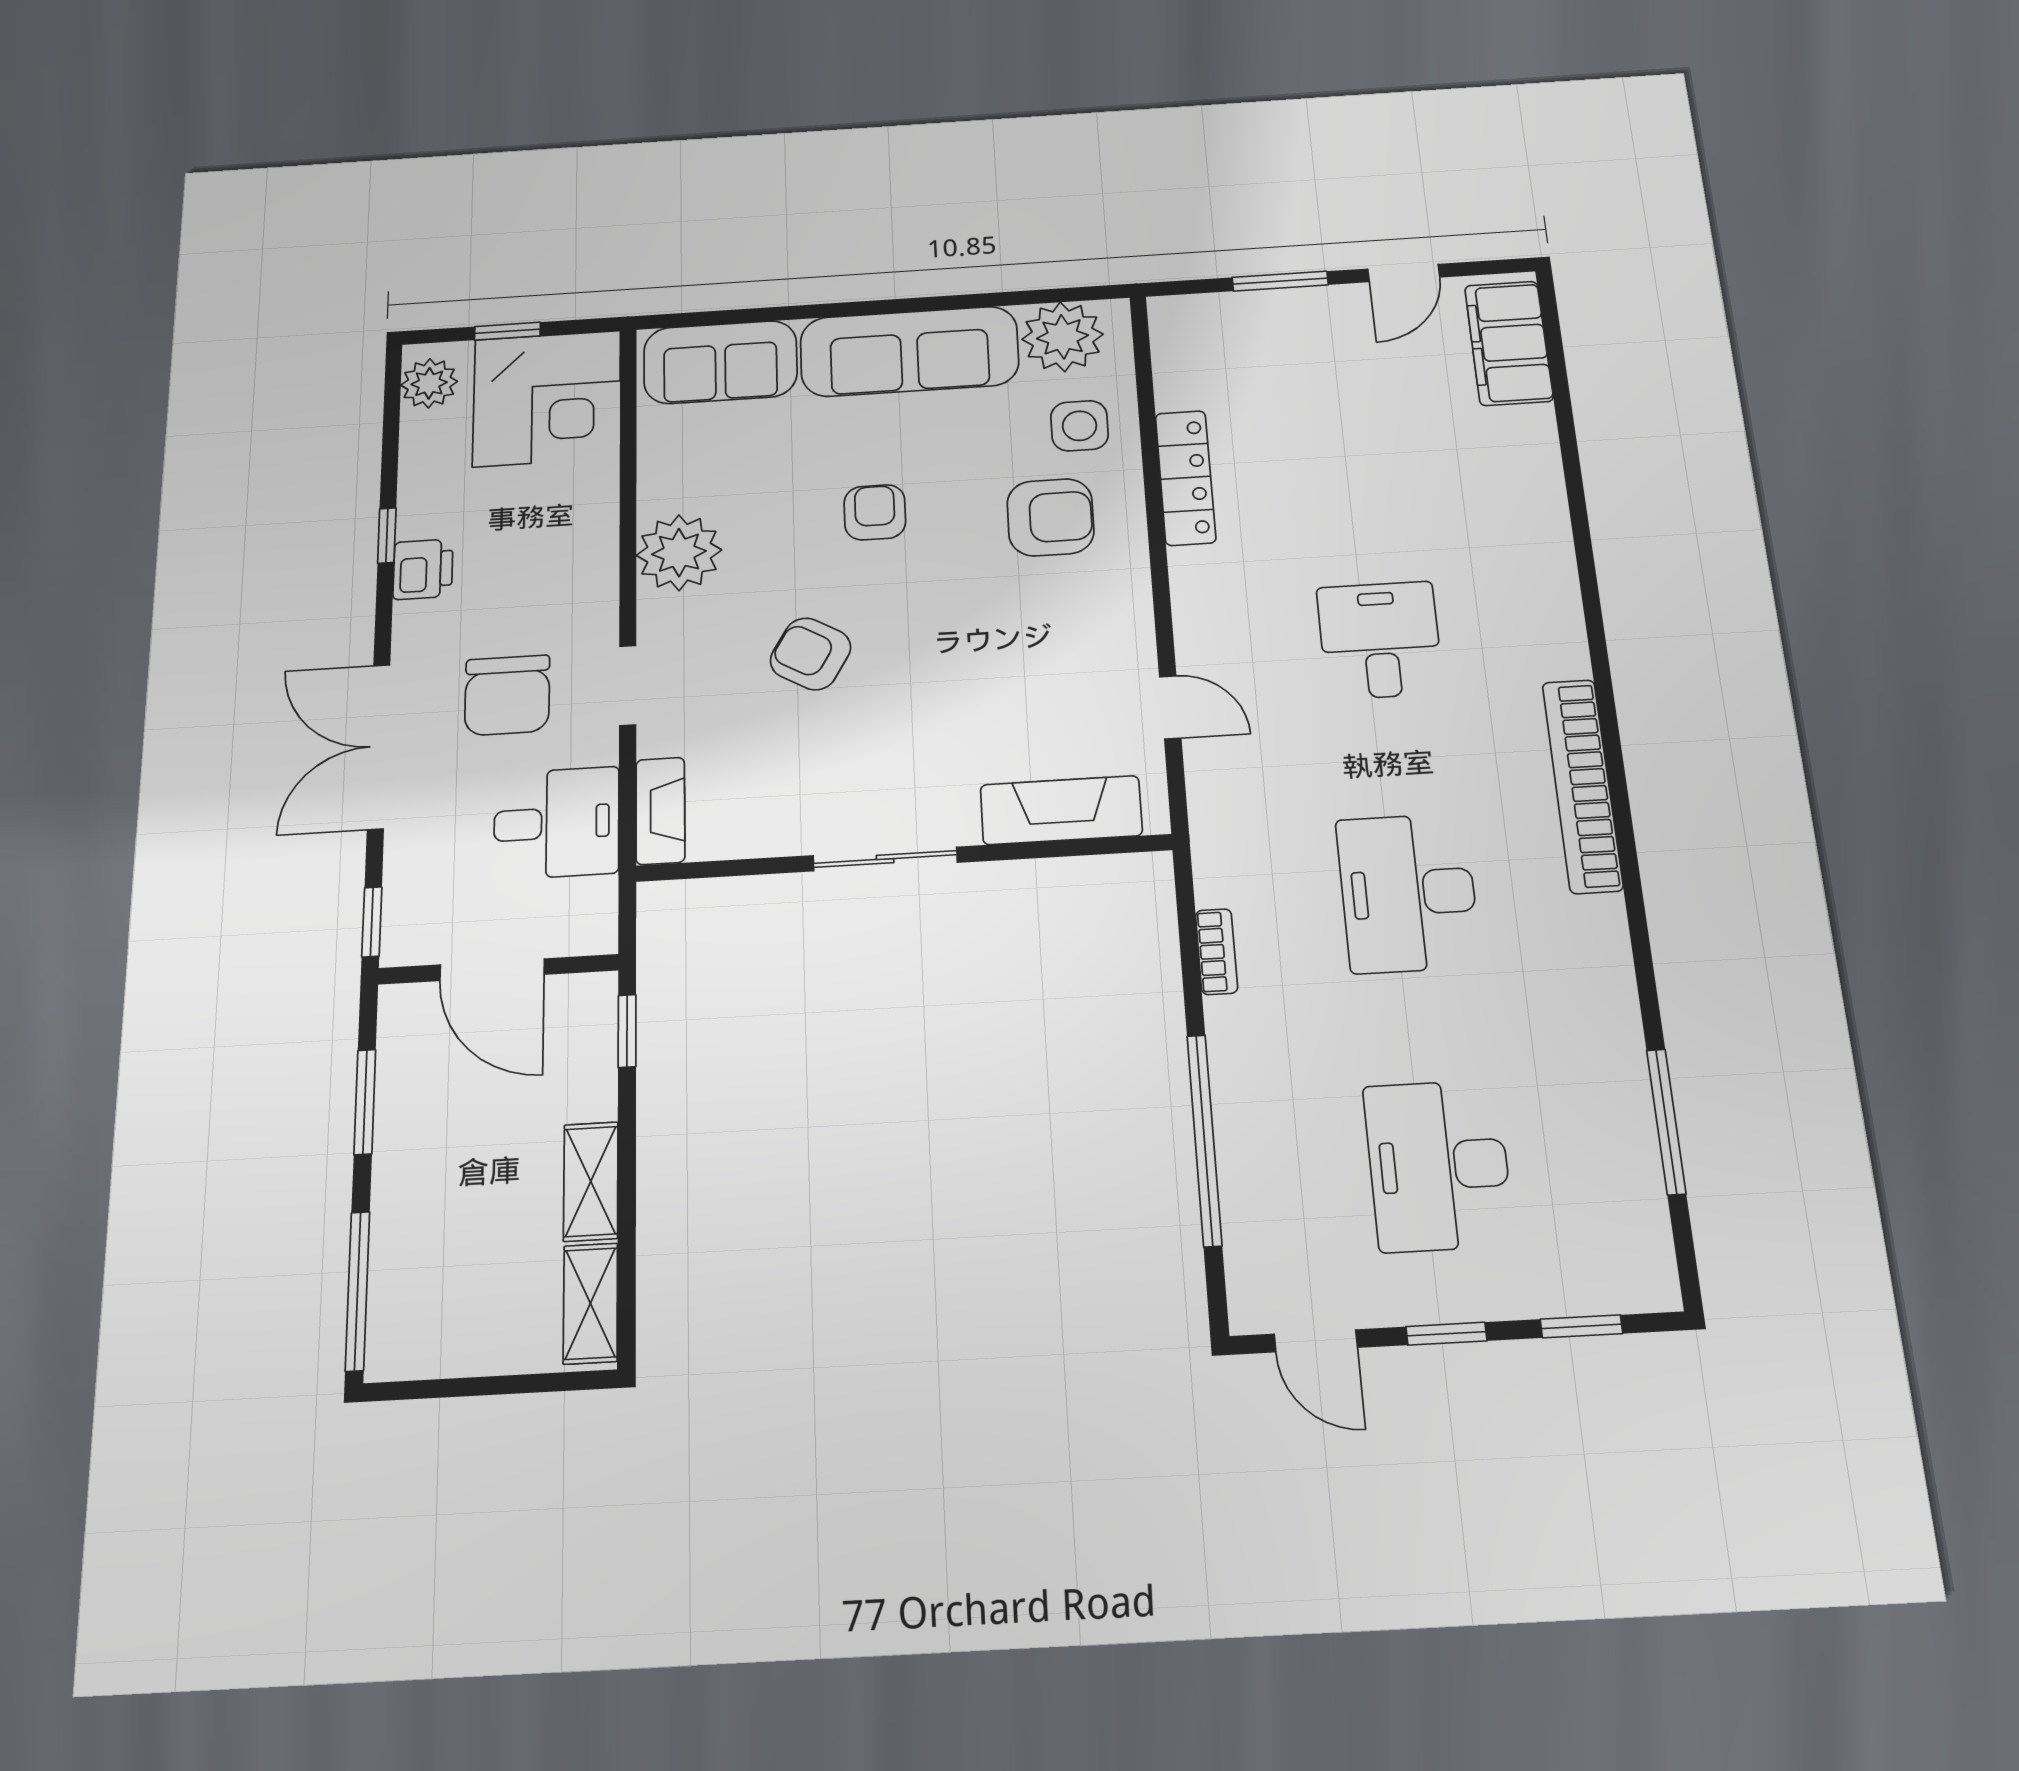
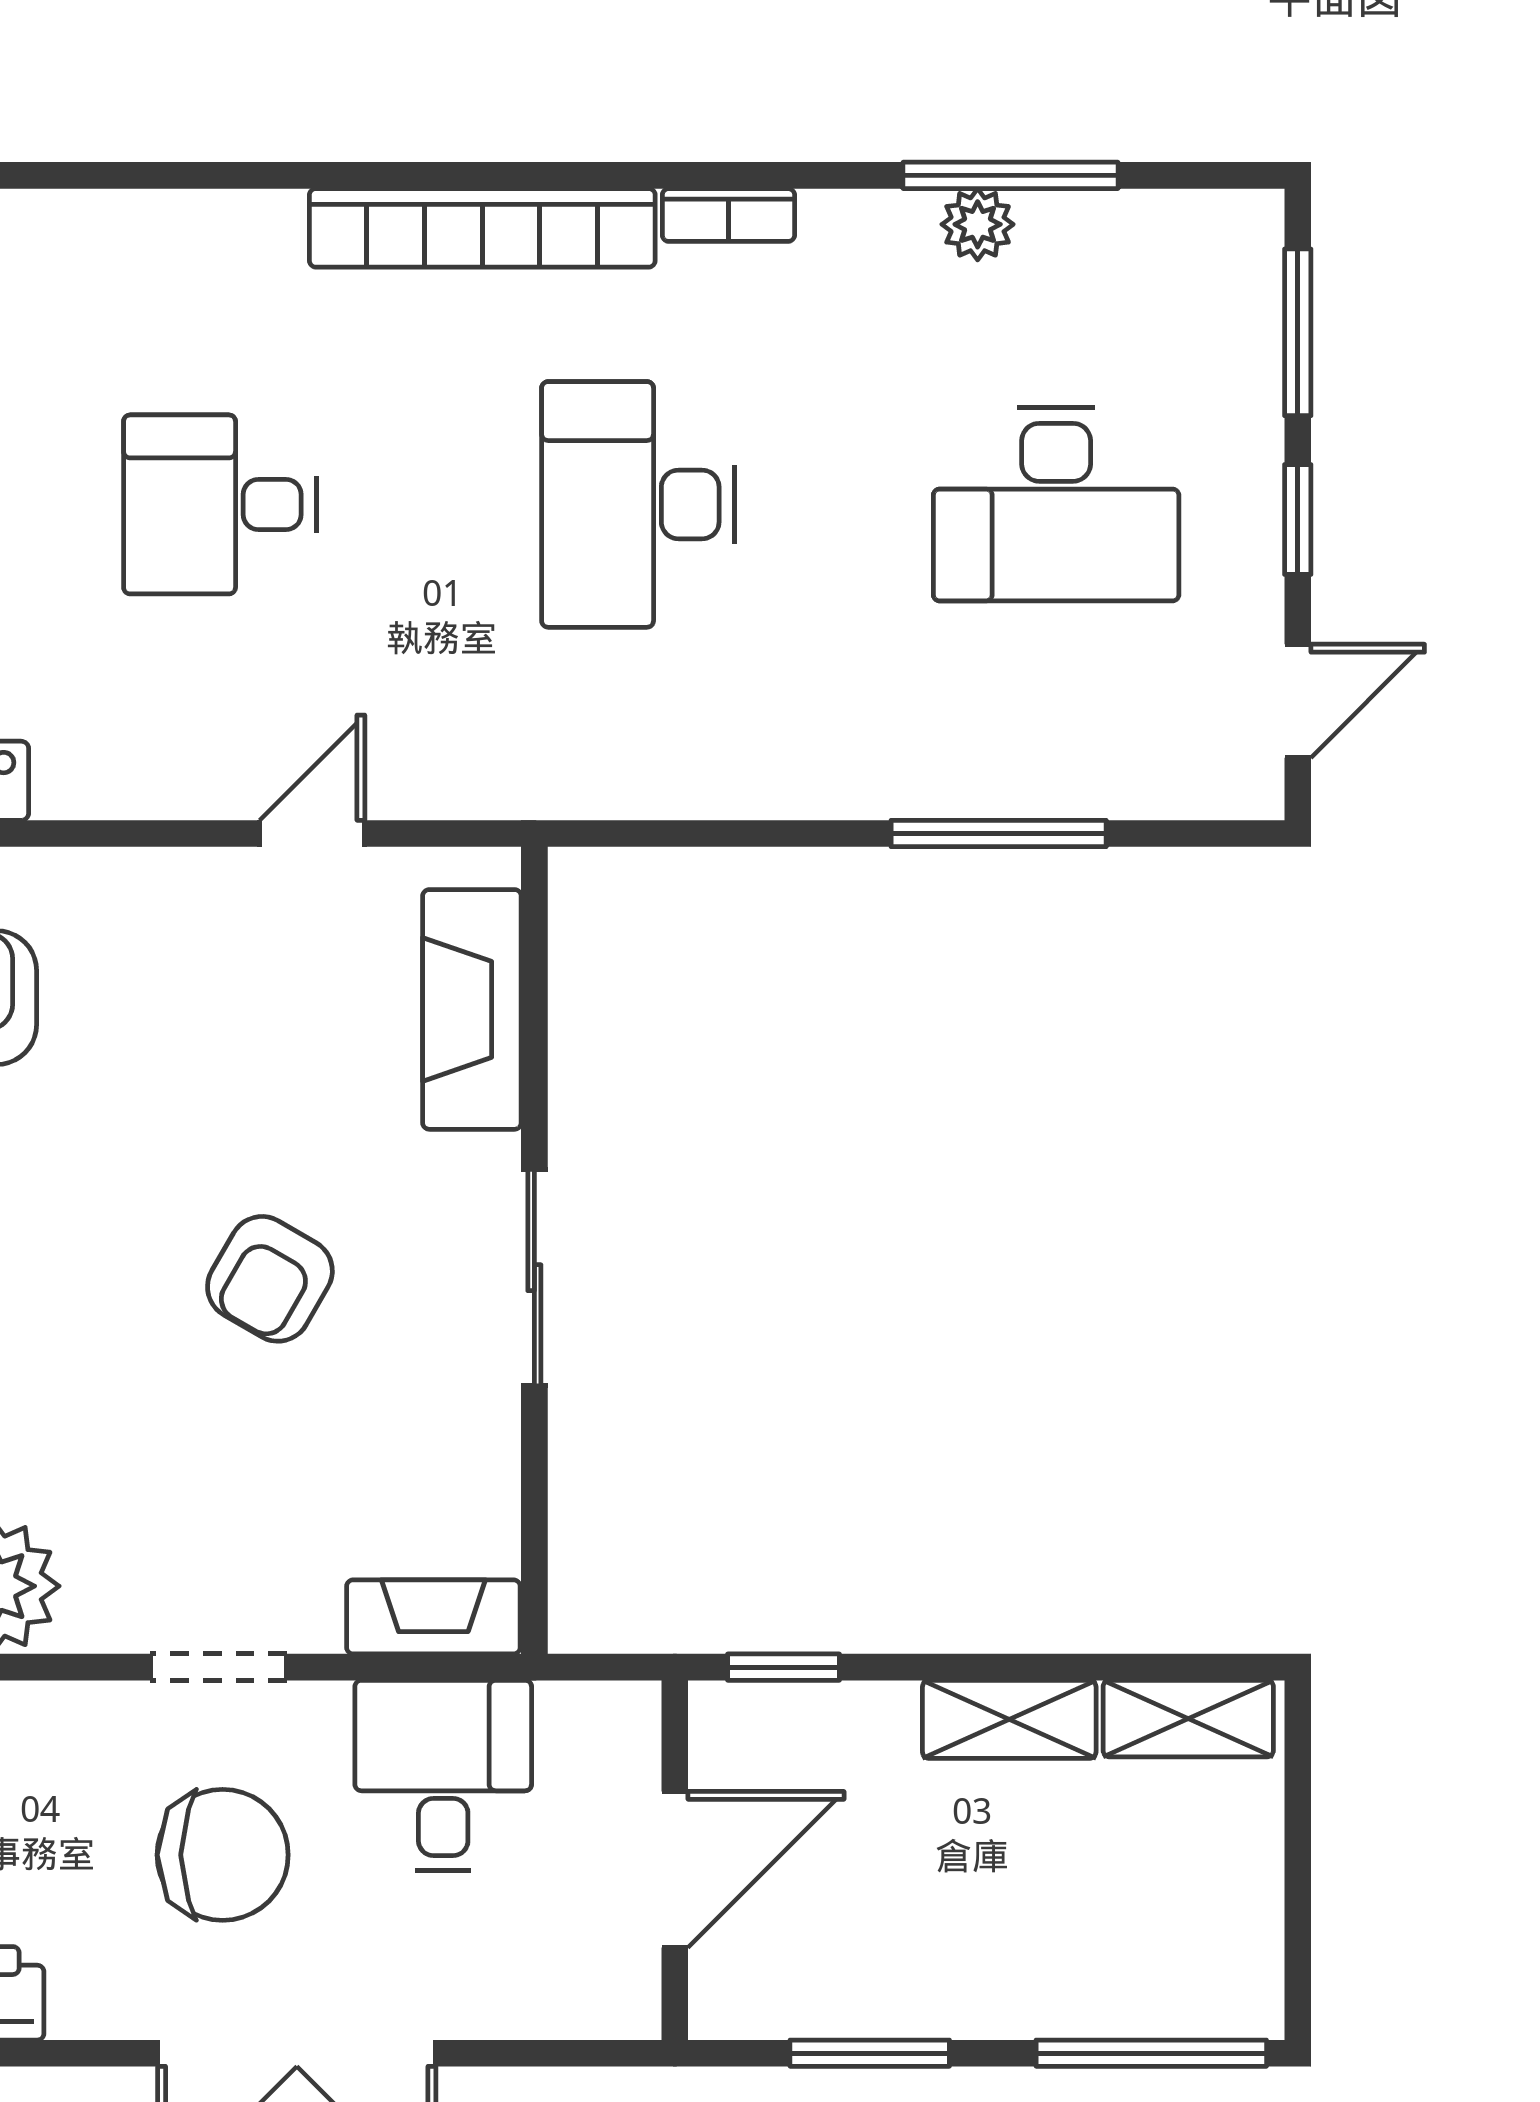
armchair: (811, 654) -> (270, 1279), moved
desk: (1408, 893) -> (638, 504), turned 90
window: (372, 922) -> (587, 2053), removed
bookcase: (1217, 952) -> (728, 215), moved, turned 180
plant: (1629, 1101) -> (978, 224), added
window: (1204, 1140) -> (999, 834), width x0.68
window: (1581, 1326) -> (1298, 332), width x1.50

